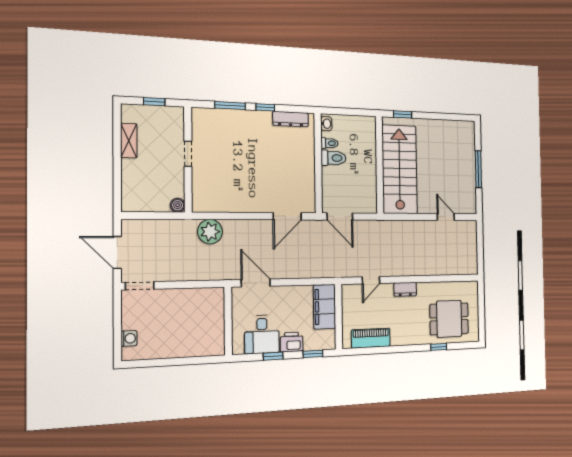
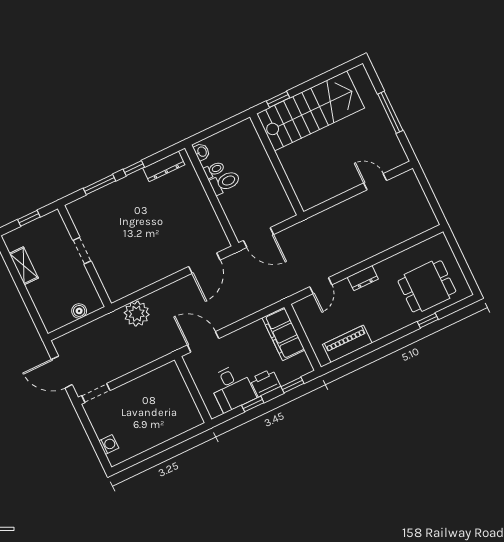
stairs: (400, 169) -> (310, 111), moved, turned 90
boiler: (178, 205) -> (79, 311), moved

